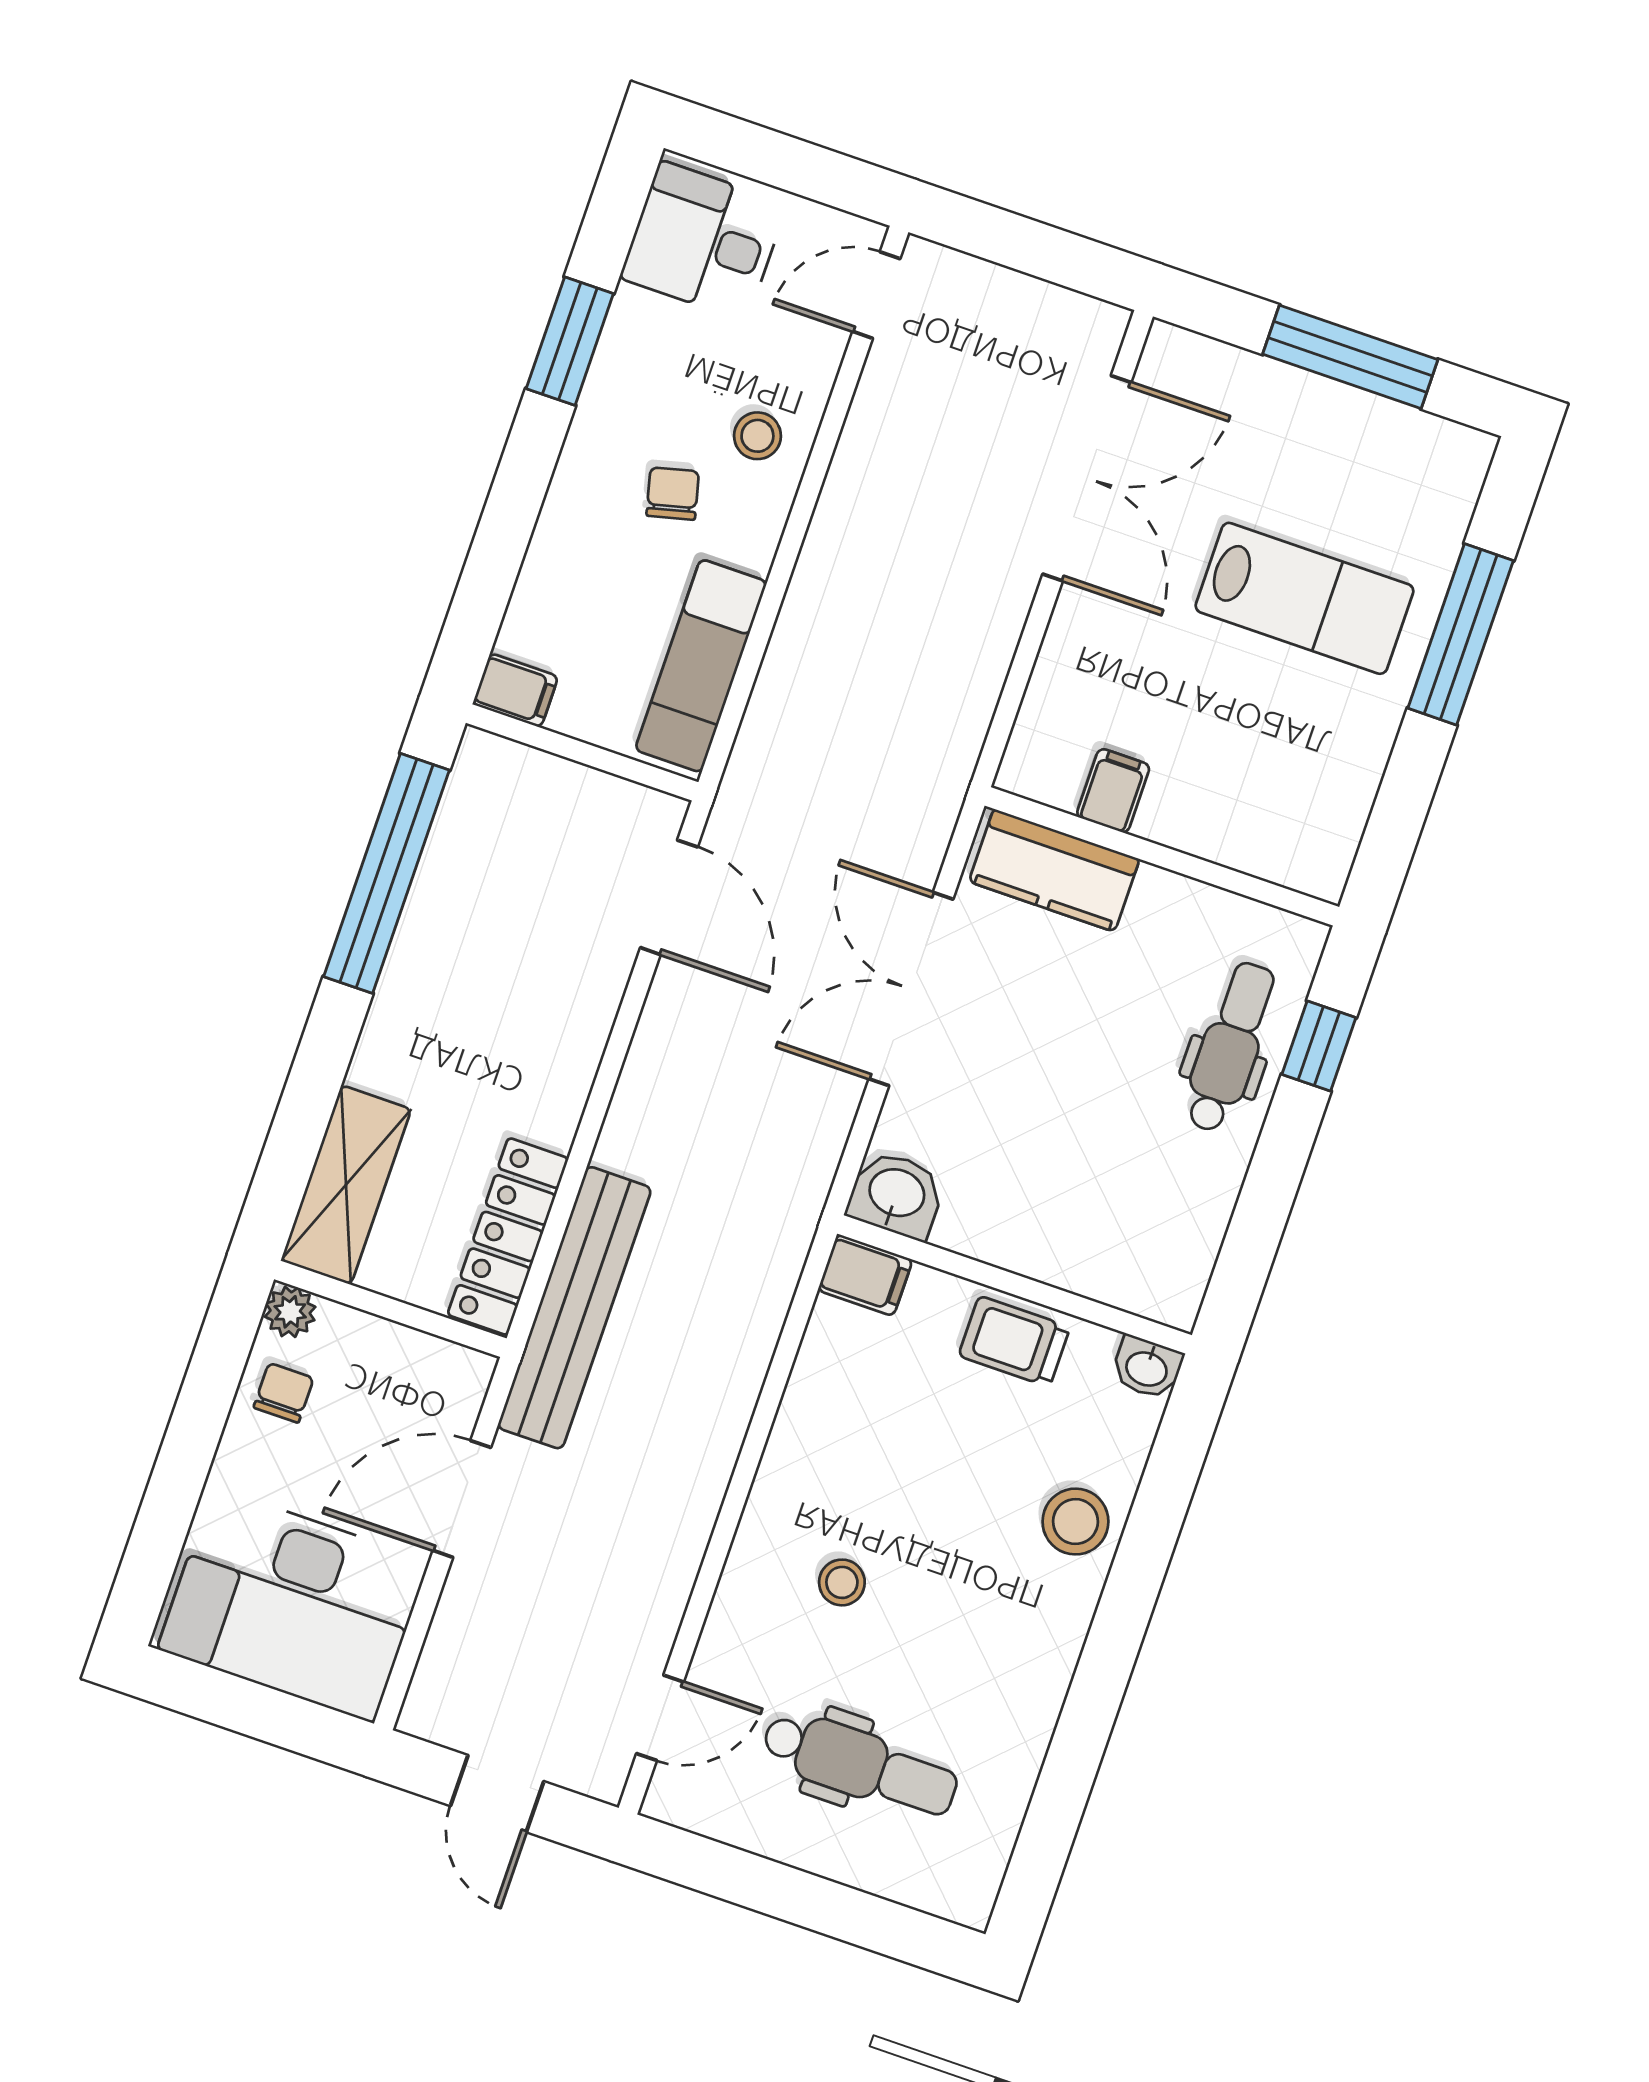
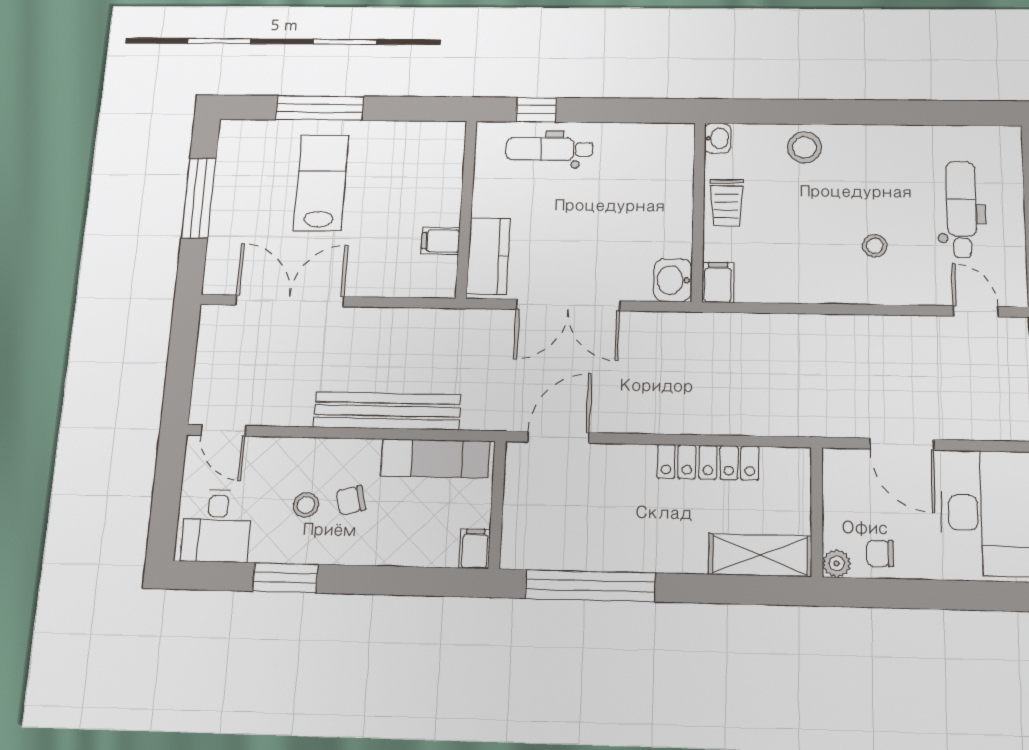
stool: (757, 436) -> (306, 505), moved
locker: (508, 1236) -> (708, 462), moved
bench: (574, 1308) -> (387, 411), moved

